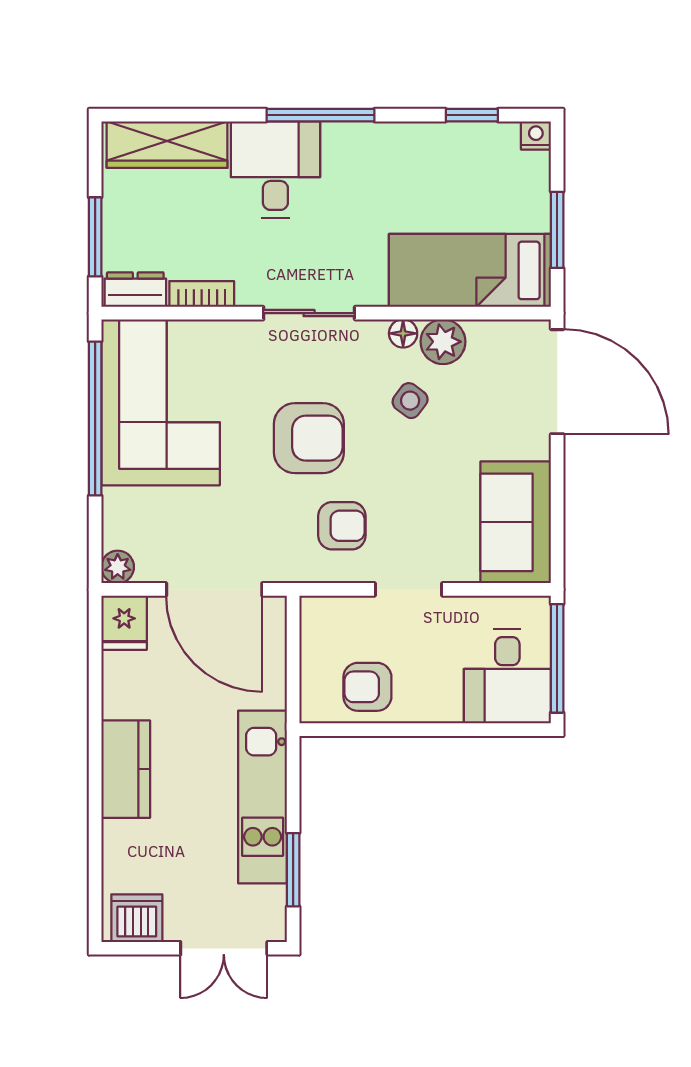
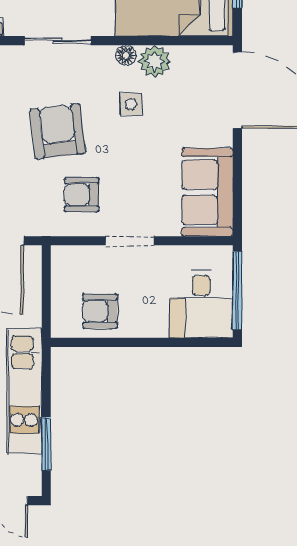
side table: (410, 401) -> (131, 104), turned -37
armchair: (309, 438) -> (58, 131), turned -97
armchair: (342, 526) -> (82, 195), turned 180

